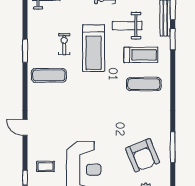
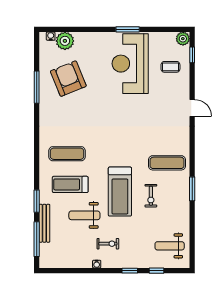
weight bench: (127, 26) -> (84, 215), turned 180
treadmill: (94, 48) -> (120, 192), turned 180

